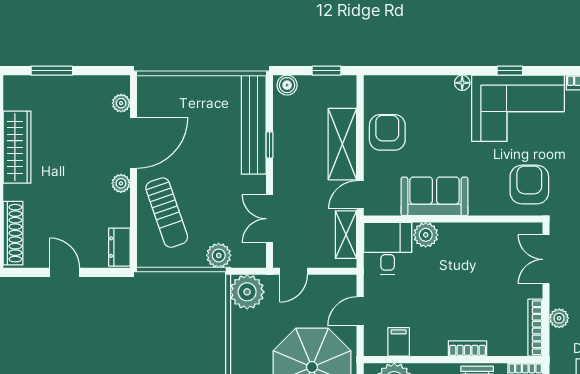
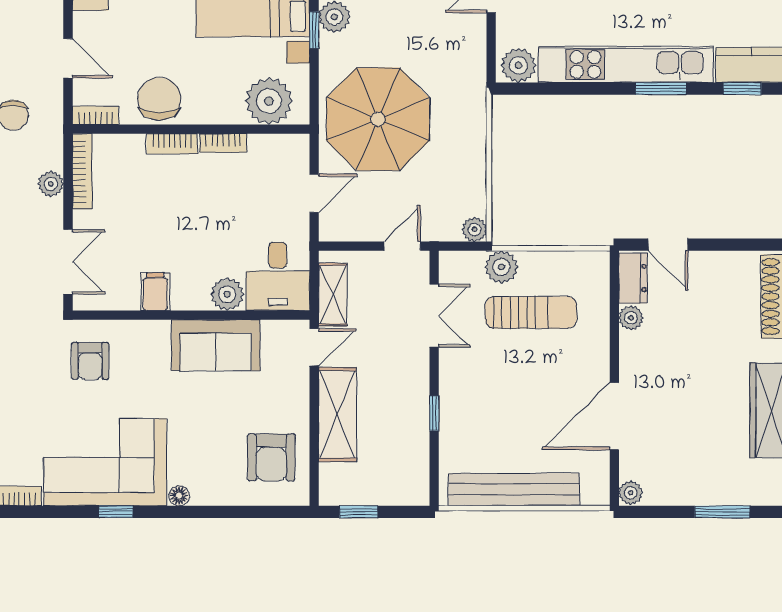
boiler: (287, 85) -> (411, 493), removed
plant: (121, 103) -> (631, 493), moved
bench: (254, 125) -> (514, 489), moved, turned 90
armchair: (387, 132) -> (271, 457), moved
plant: (121, 183) -> (631, 318), moved
armchair: (529, 185) -> (90, 361), width x0.72, depth x0.72
sun lounger: (167, 213) -> (531, 312), moved, turned 109
door: (65, 272) -> (668, 245), moved
plant: (247, 292) -> (475, 230), width x0.53, depth x0.53
filing cabinet: (399, 342) -> (155, 292), moved, turned 180
bookcase: (429, 349) -> (223, 143), added

